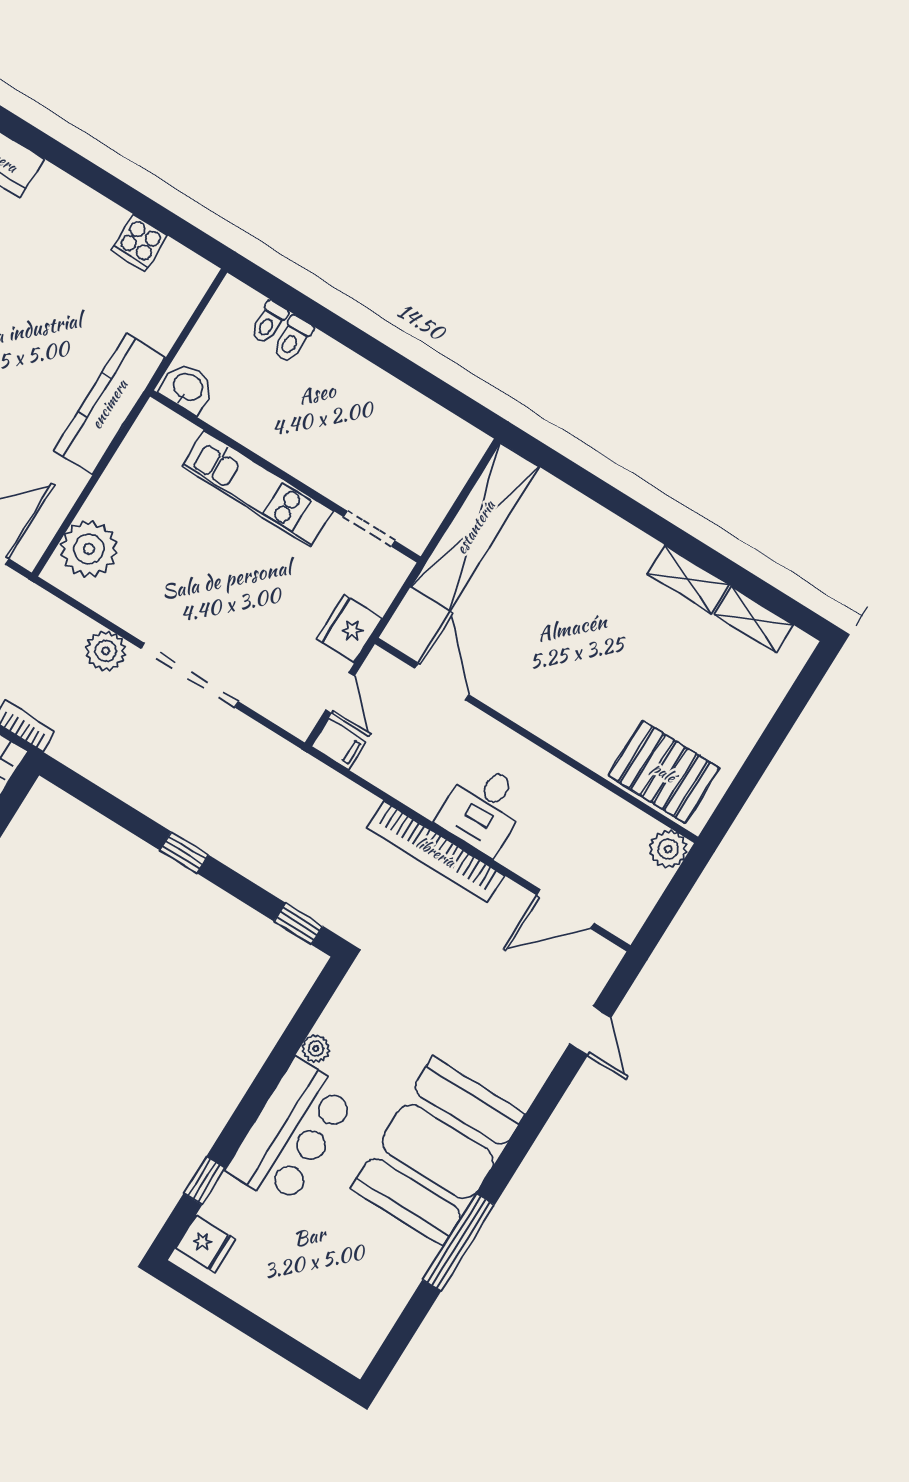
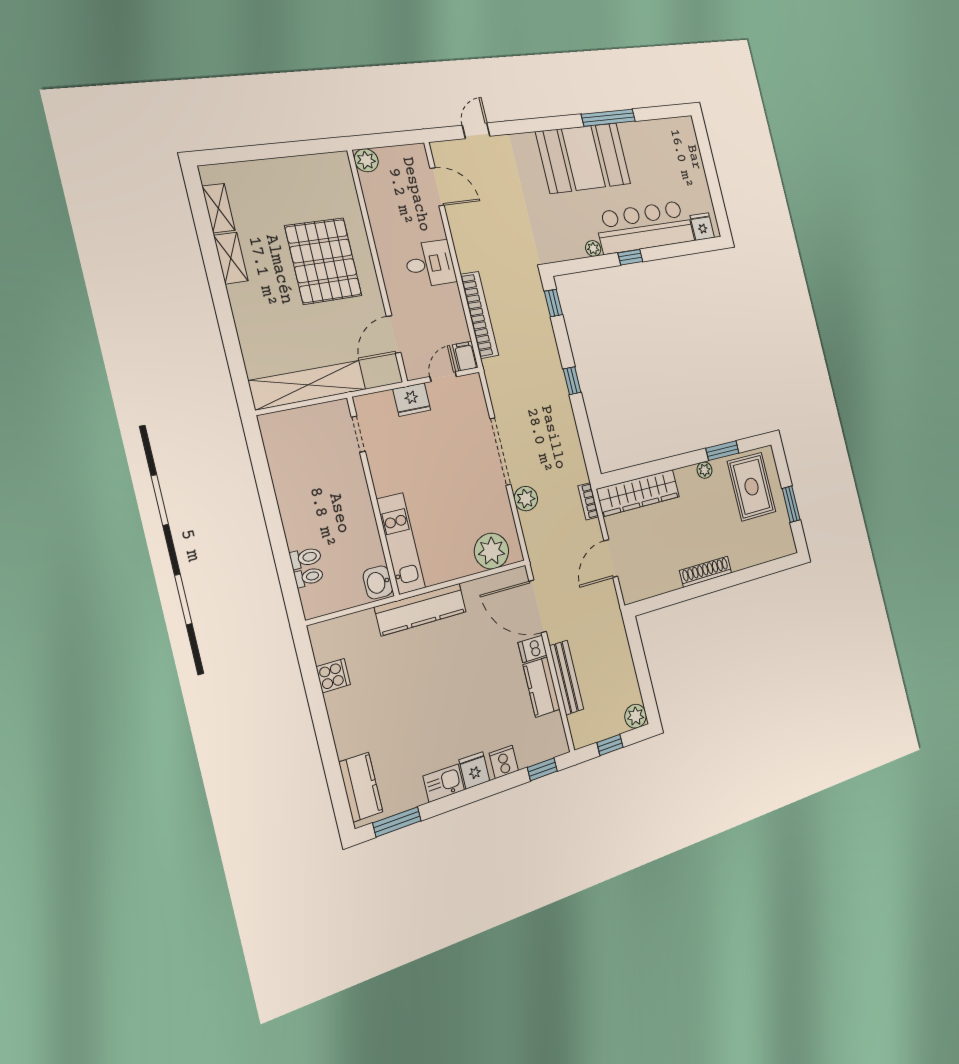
kitchen unit: (257, 489) -> (401, 544), moved
pallet: (664, 772) -> (323, 261), moved, width x1.37, depth x1.41
bookcase: (436, 852) -> (479, 315), moved
bar counter: (291, 1133) -> (645, 227), width x1.36
window: (204, 1181) -> (630, 257), moved

